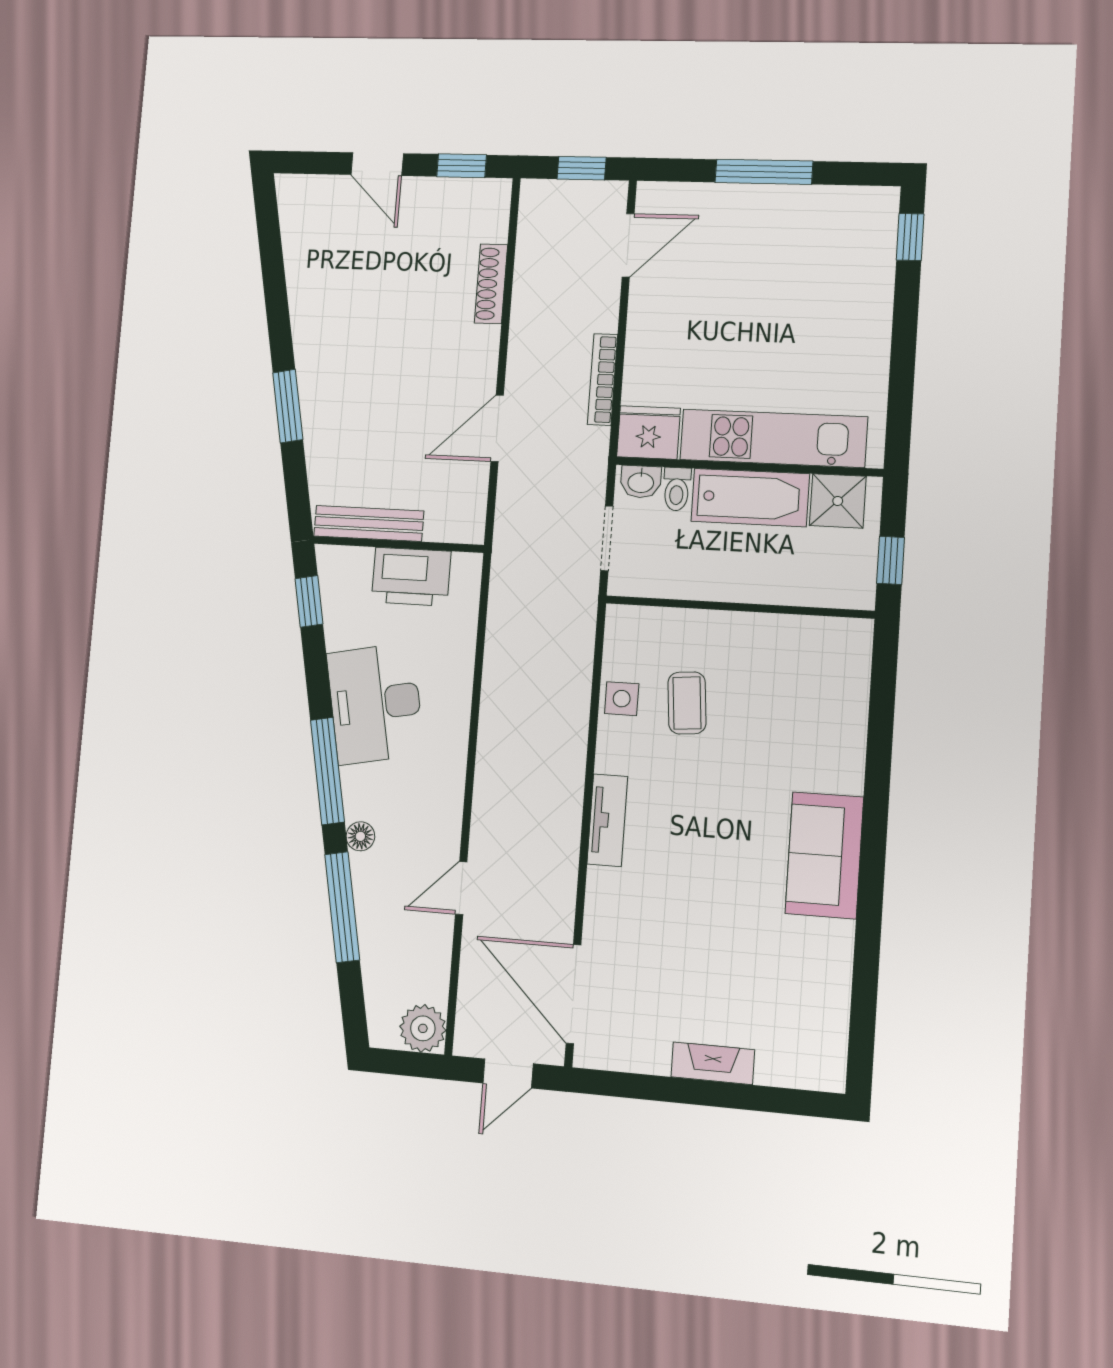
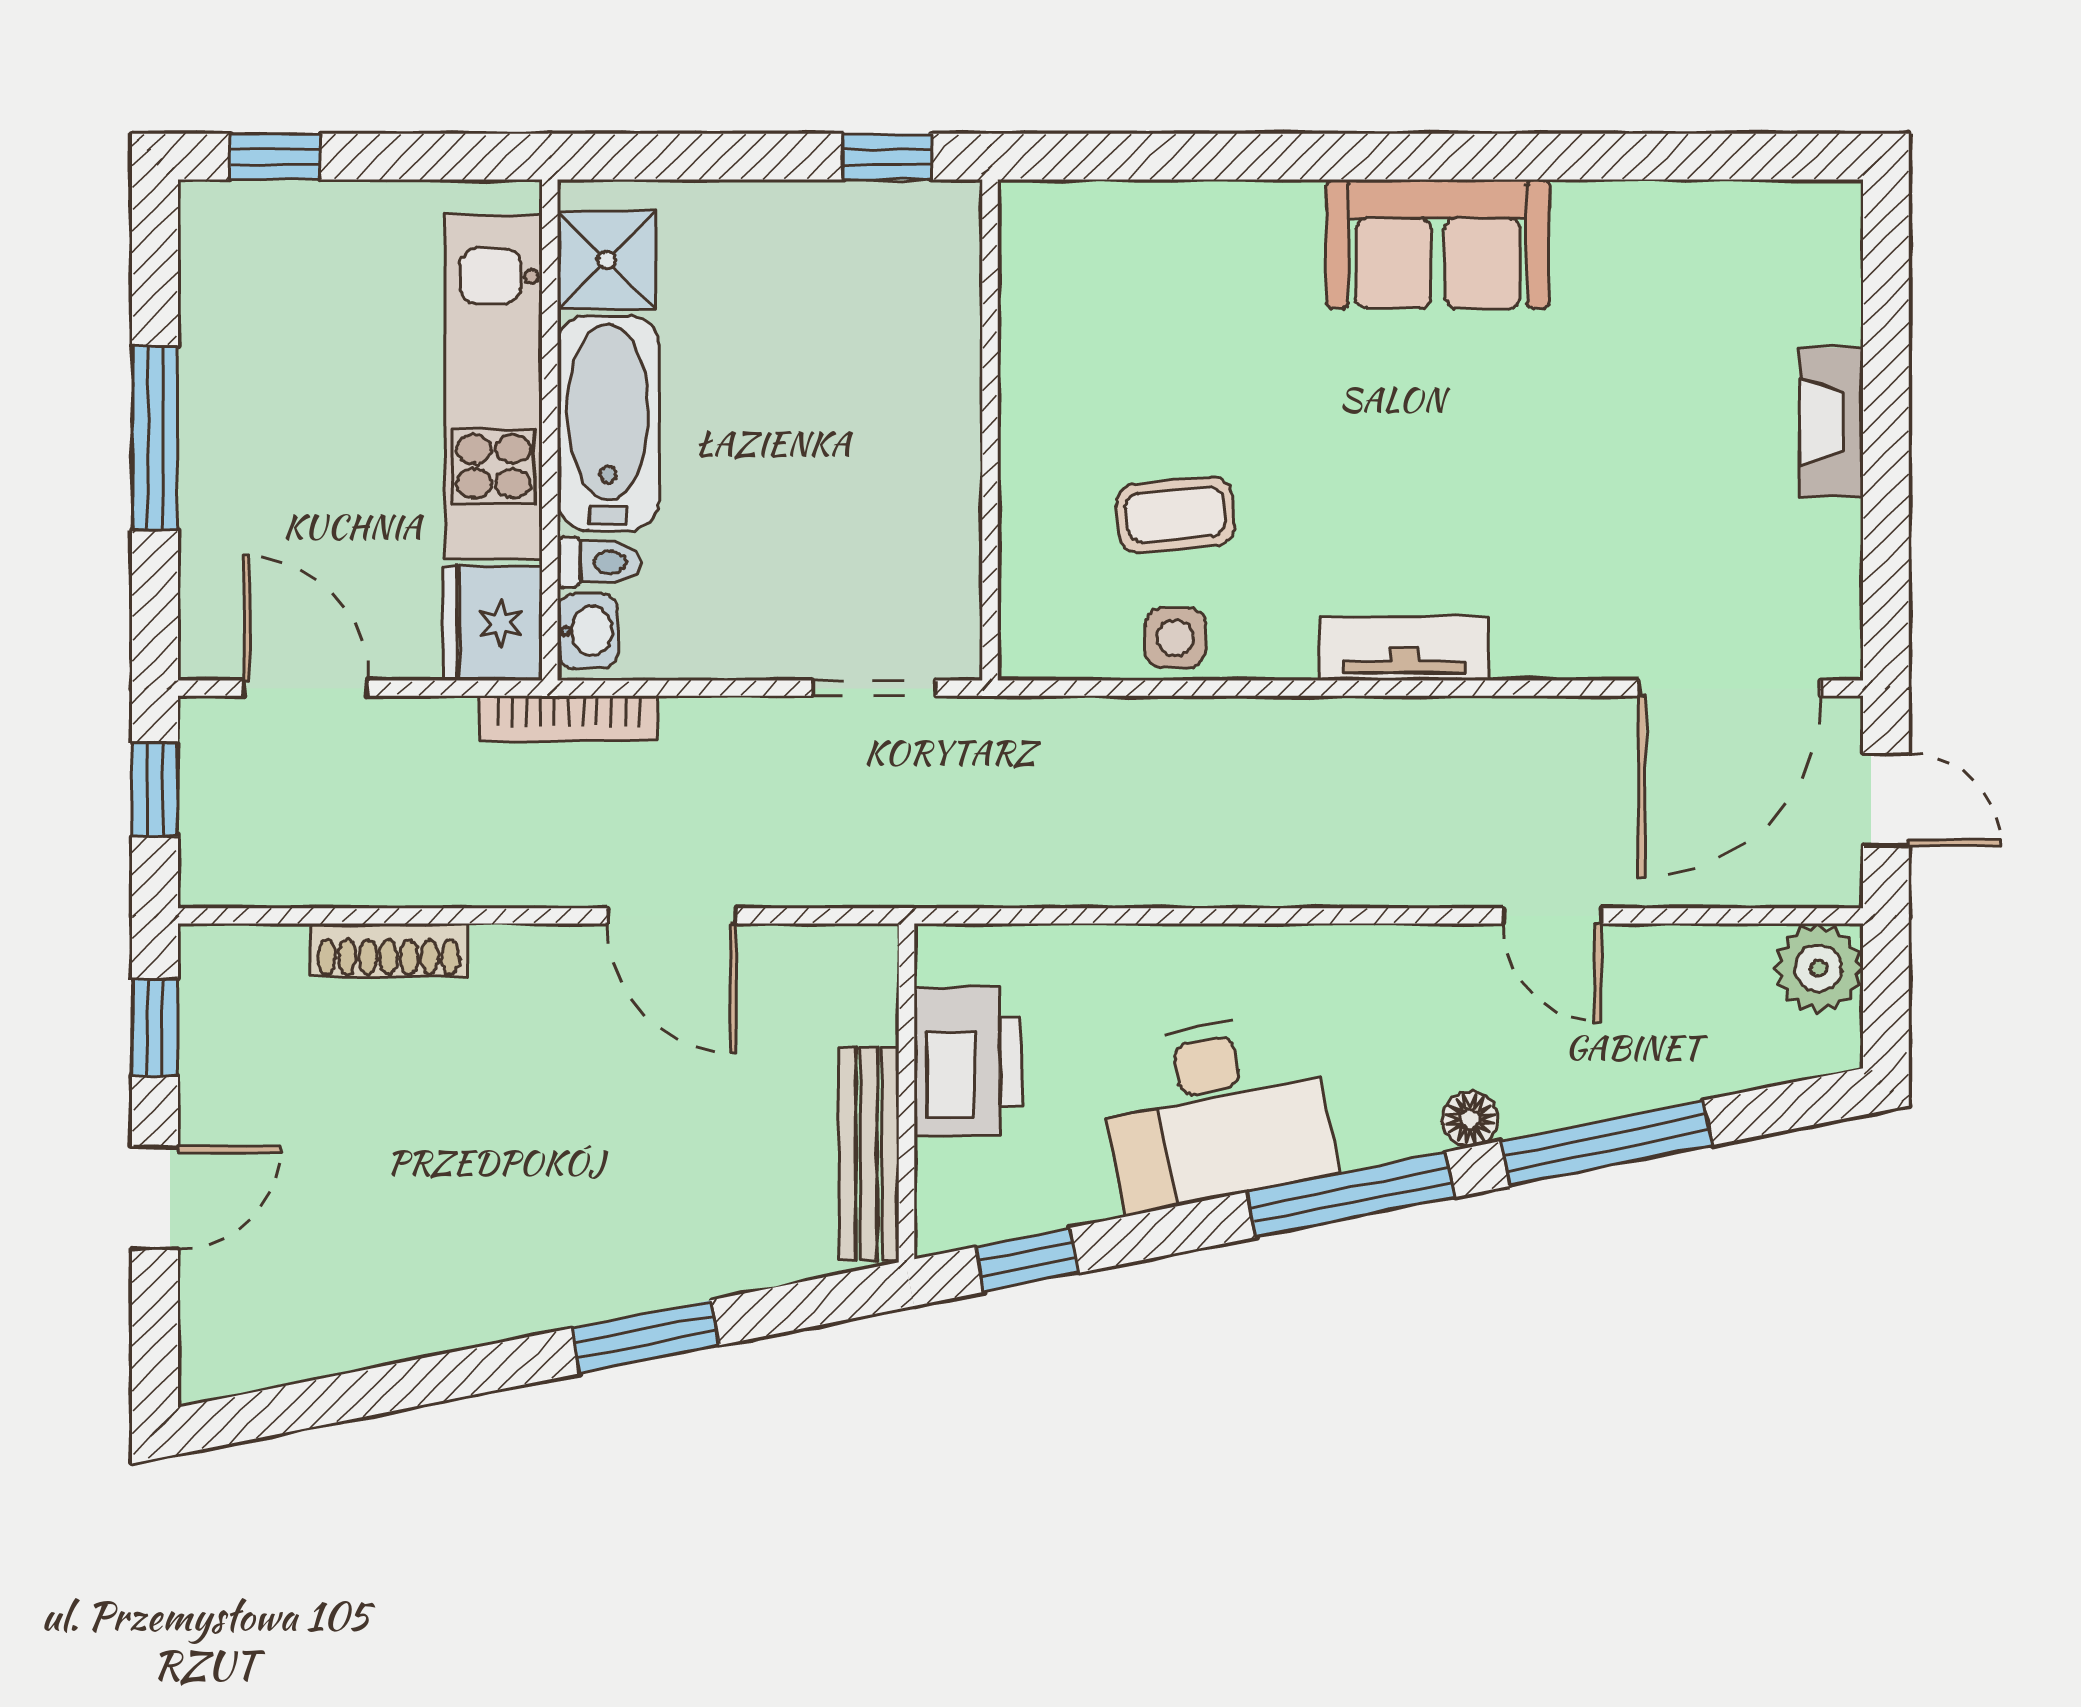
fridge: (649, 432) -> (493, 623), moved
kitchen unit: (773, 438) -> (494, 387), moved
wall: (748, 467) -> (550, 430), moved
washbasin: (641, 482) -> (588, 631), moved
toilet: (677, 489) -> (599, 562), moved
bathtub: (750, 498) -> (608, 423), moved
shower: (838, 501) -> (607, 260), moved

